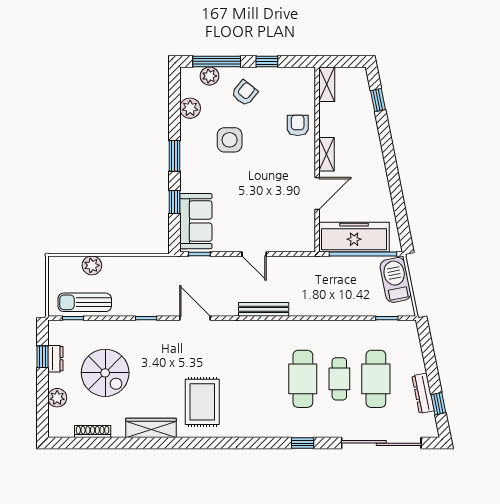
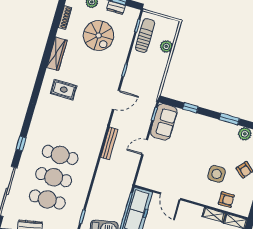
armchair: (298, 125) -> (226, 200), moved
side table: (230, 140) -> (217, 174), moved
shelving: (326, 154) -> (214, 215), moved
window: (174, 156) -> (229, 119), moved
sofa: (196, 221) -> (164, 122), moved, turned -90
spiral stairs: (105, 373) -> (99, 36), turned -90
cafe table: (339, 379) -> (54, 177), width x1.37, depth x1.35
rug: (202, 402) -> (64, 90), width x0.73, depth x0.70

